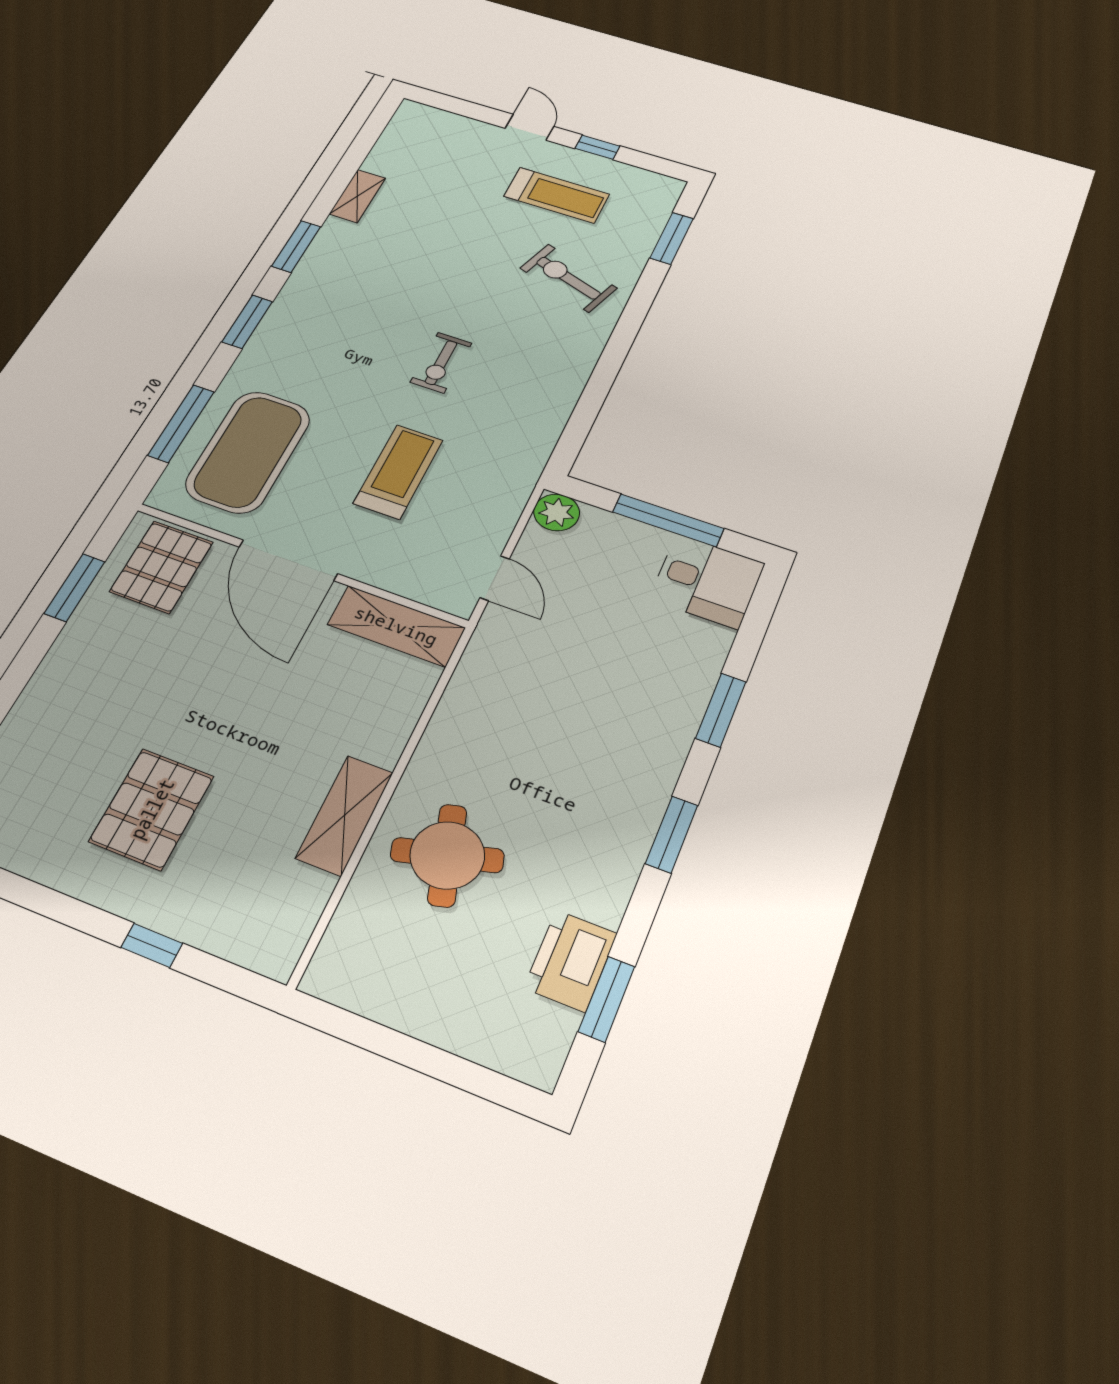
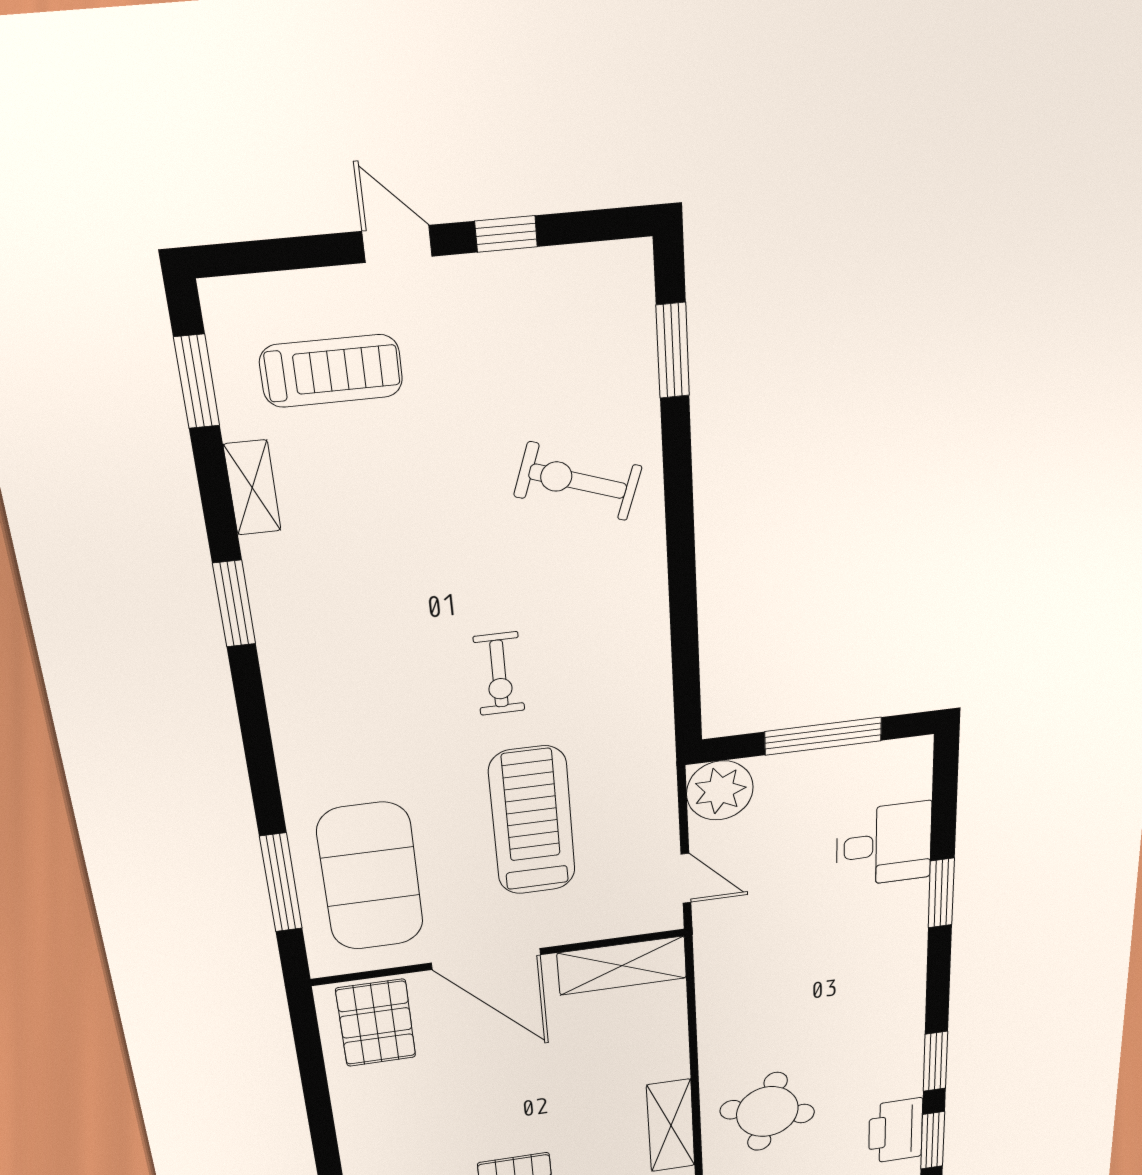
treadmill: (557, 195) -> (331, 371), moved
window: (247, 322) -> (197, 382), moved
treadmill: (398, 472) -> (532, 821), width x1.37, depth x1.38
plant: (557, 512) -> (720, 790), width x1.36, depth x1.36
desk: (707, 581) -> (884, 845), moved
window: (75, 587) -> (314, 1078), removed
window: (672, 834) -> (935, 1061), moved
round table: (447, 855) -> (767, 1112), turned 30

